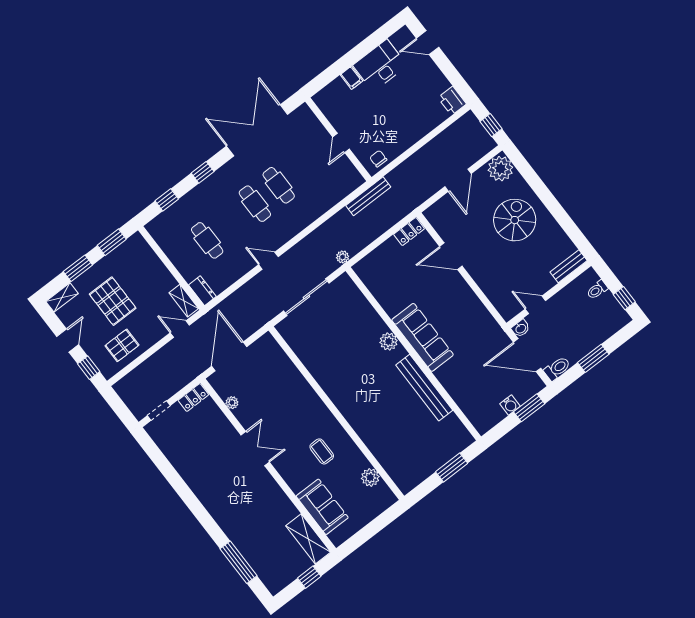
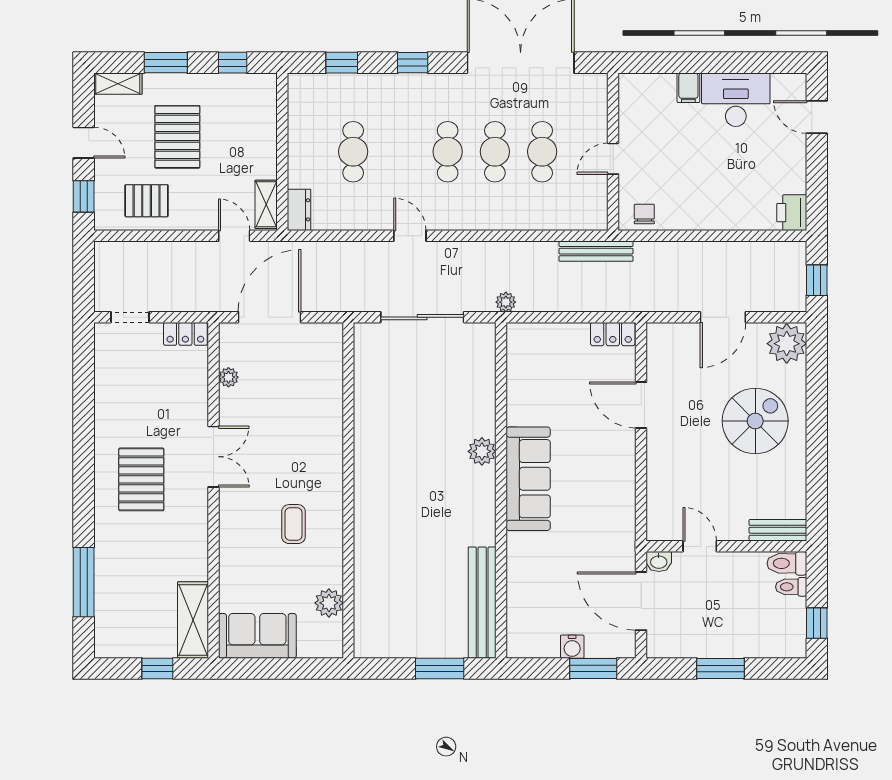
cafe table: (303, 167) -> (542, 152), added
window: (112, 242) -> (233, 63), width x0.67
door: (68, 341) -> (84, 143), hinge flipped
toilet: (557, 368) -> (787, 563), moved, turned 180
bench: (424, 388) -> (482, 603), moved
pallet: (228, 488) -> (141, 479), added
sofa: (322, 507) -> (257, 636), moved, turned -90

